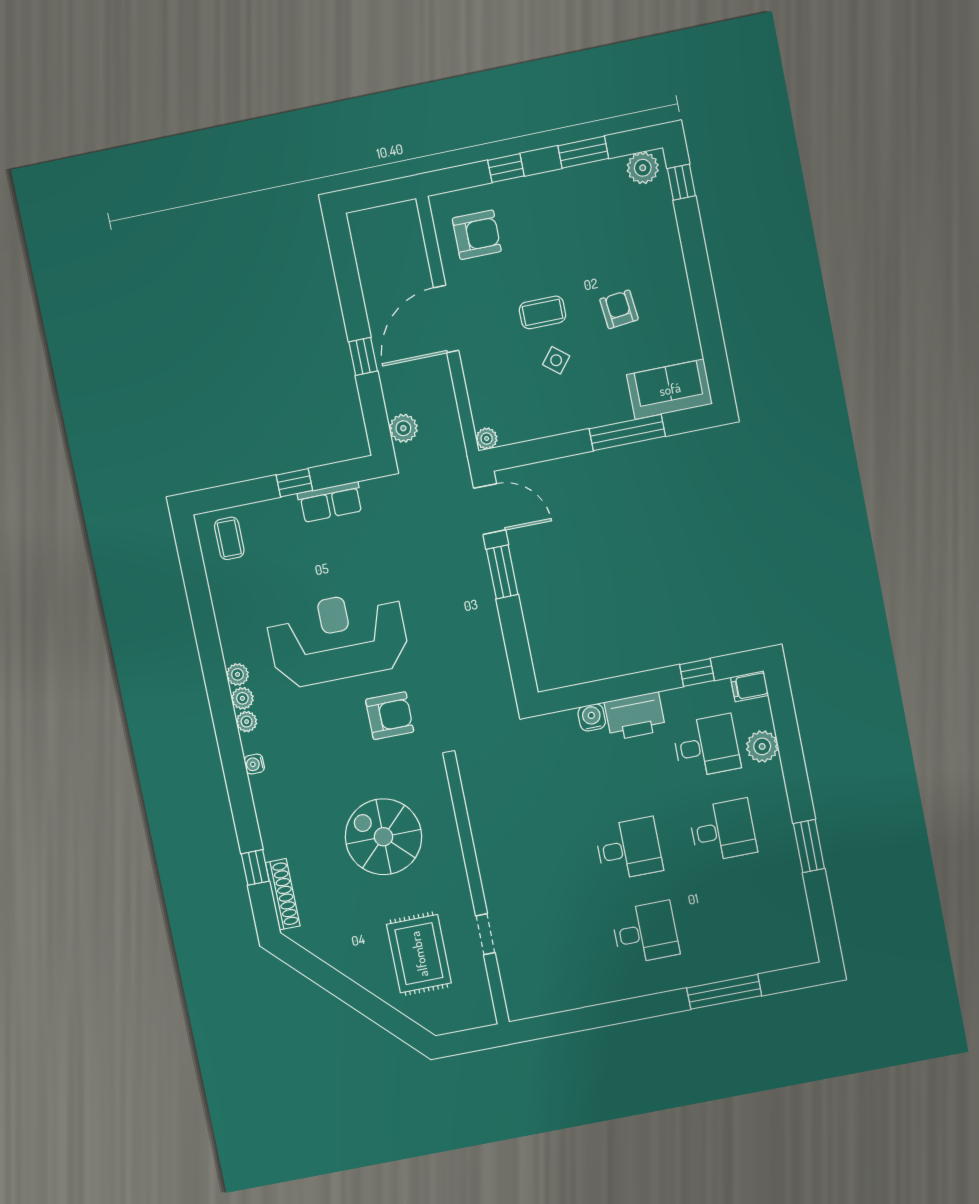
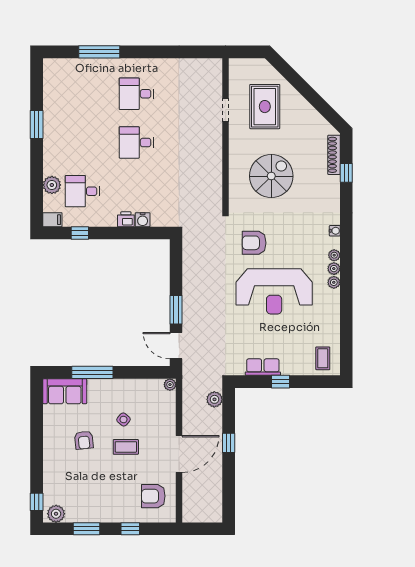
printer: (635, 716) -> (126, 219), width x0.53, depth x0.68
desk: (723, 831) -> (82, 142), removed
spiral stairs: (383, 837) -> (271, 176), turned -90

